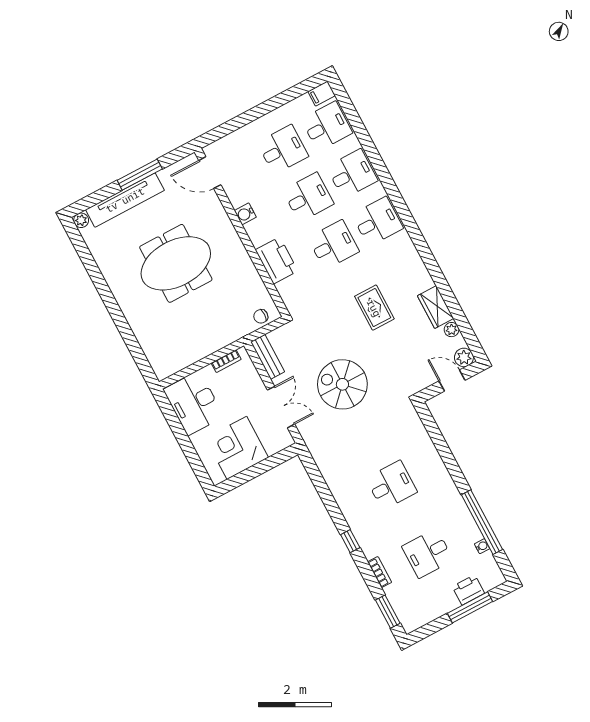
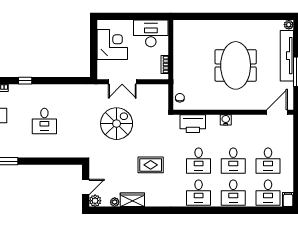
water cooler: (245, 214) -> (226, 120), moved
printer: (277, 260) -> (193, 124), moved
bench: (268, 357) -> (155, 89), removed

